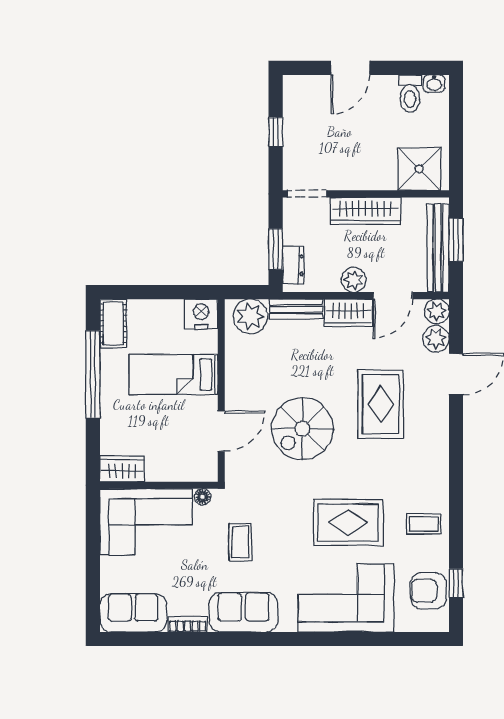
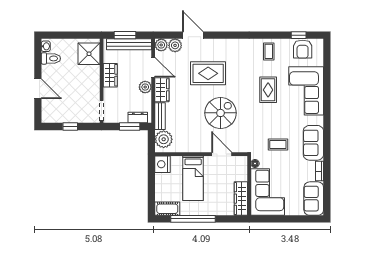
wardrobe: (365, 211) -> (110, 75), width x0.67
spiral stairs: (302, 429) -> (221, 113), turned -90
wardrobe: (122, 469) -> (241, 199), width x1.50
rug: (348, 523) -> (268, 90), width x0.73, depth x0.70

